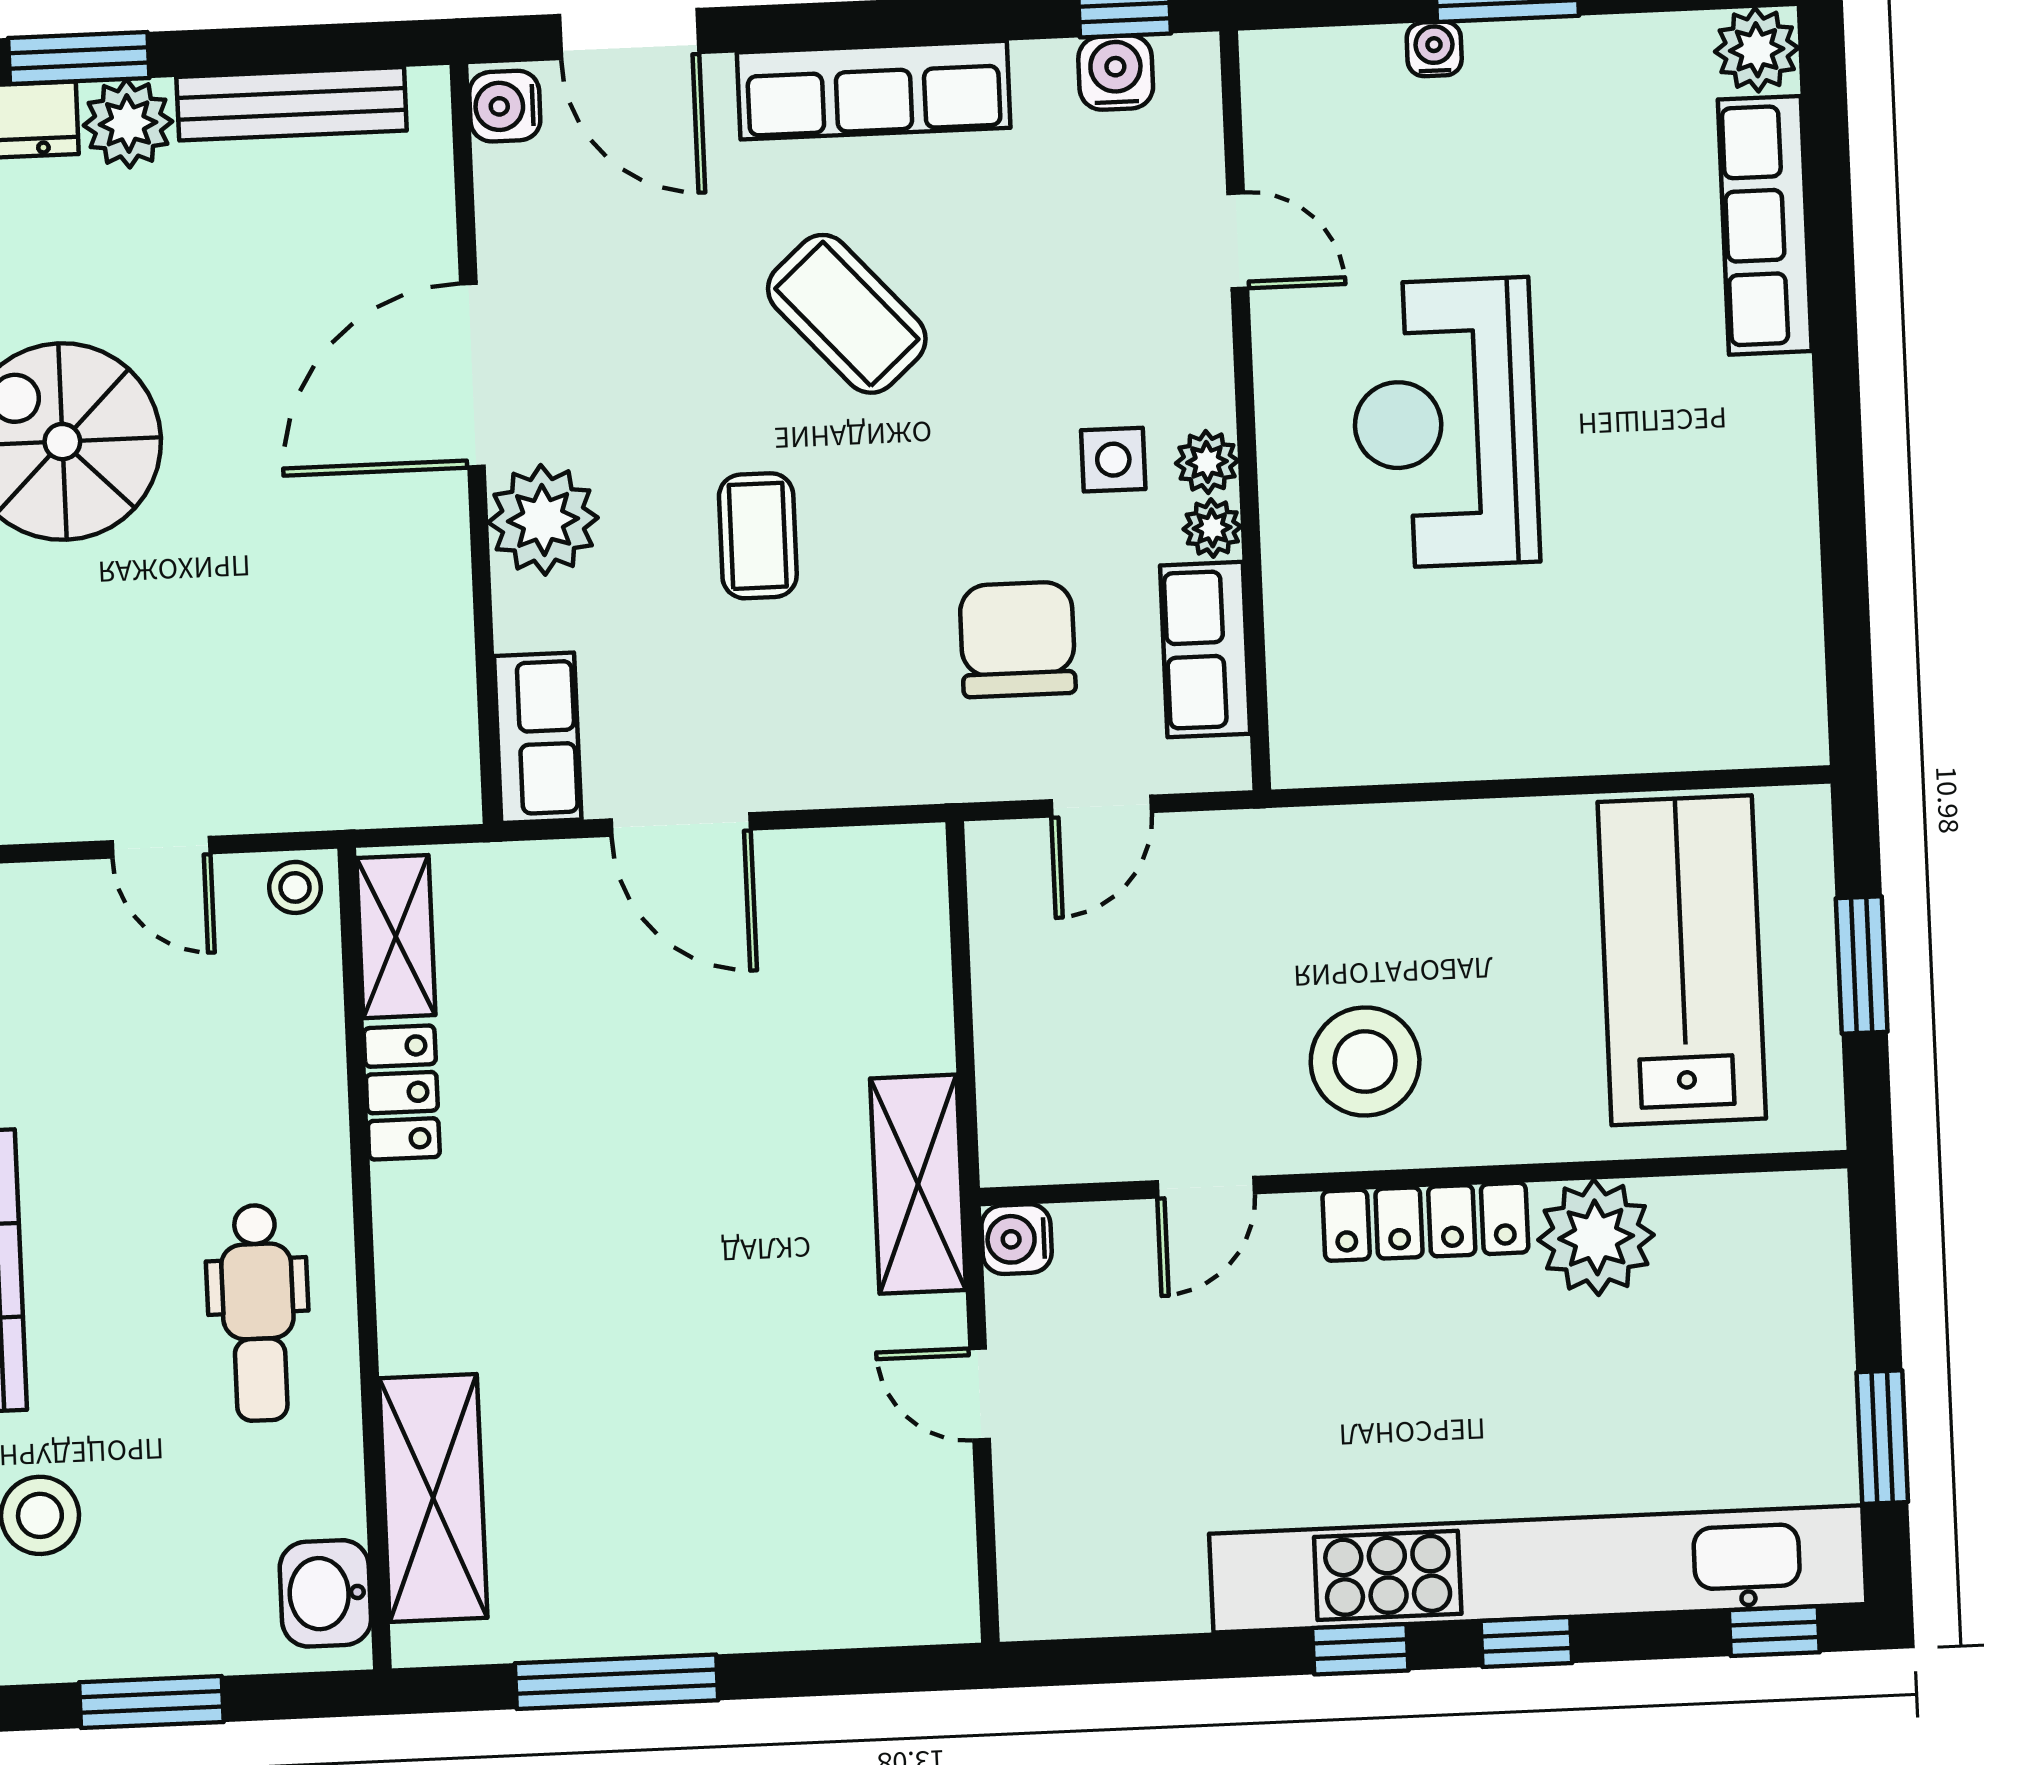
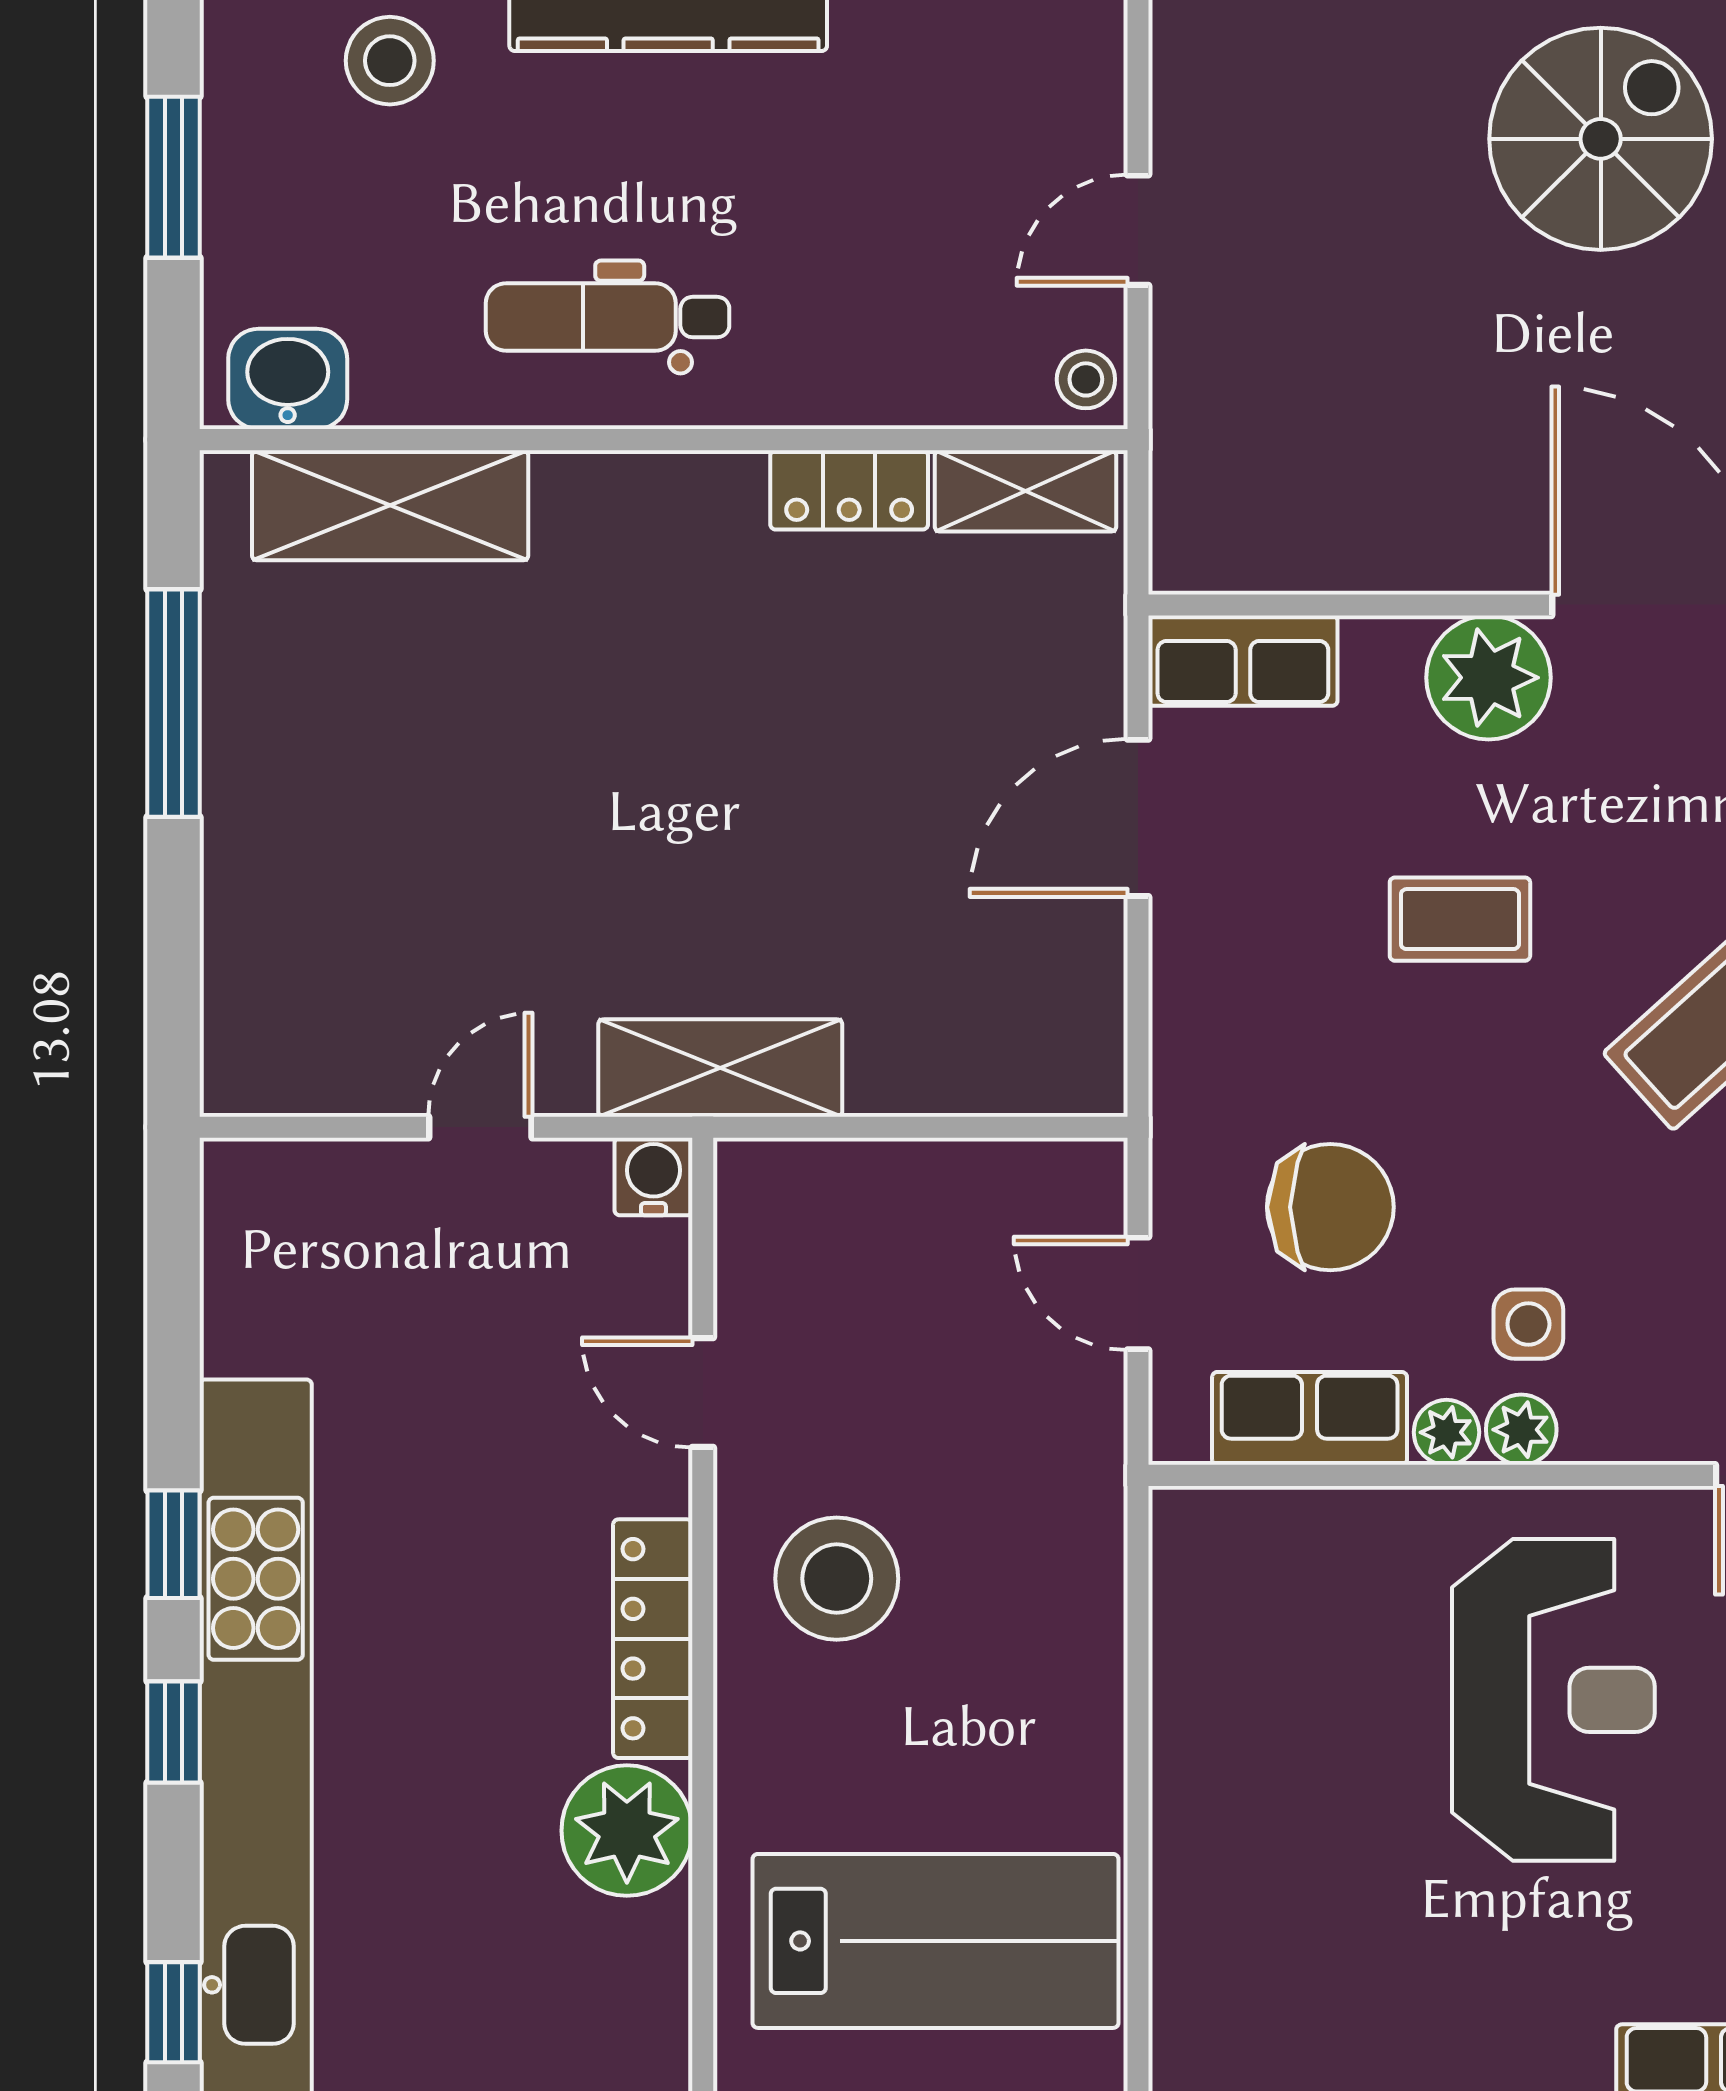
reception desk: (1445, 423) -> (1553, 1700), turned 90

